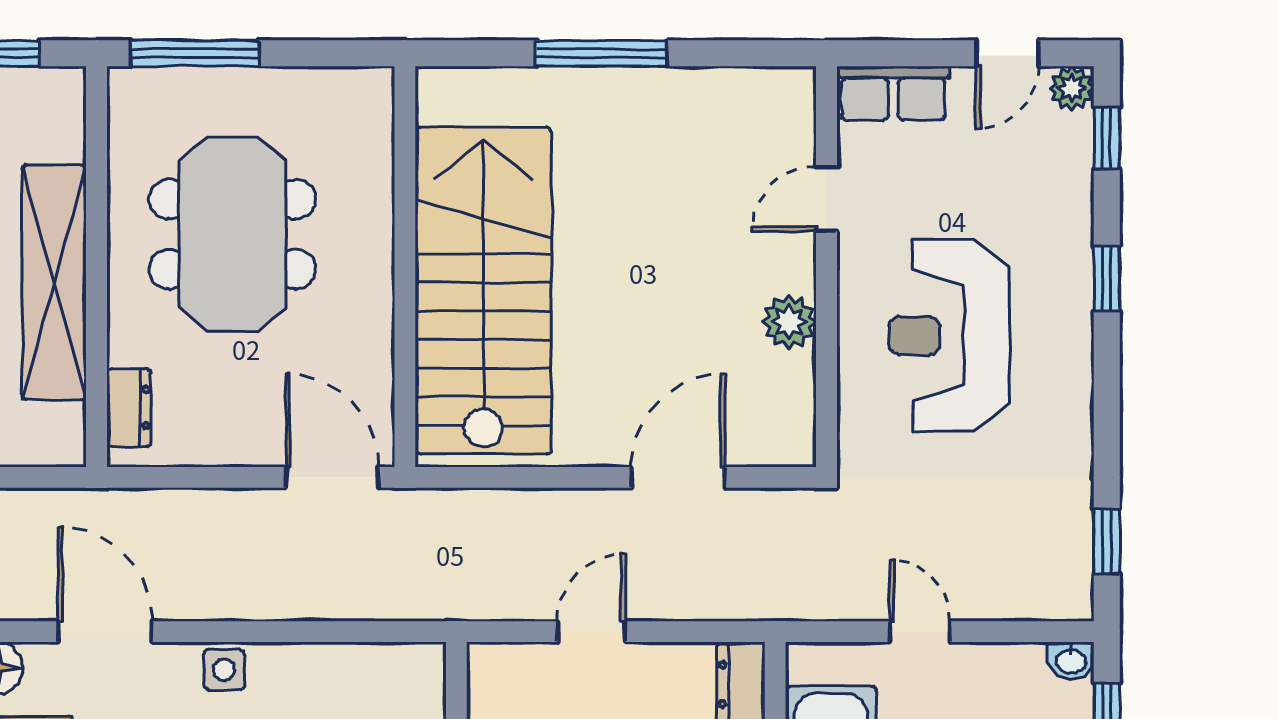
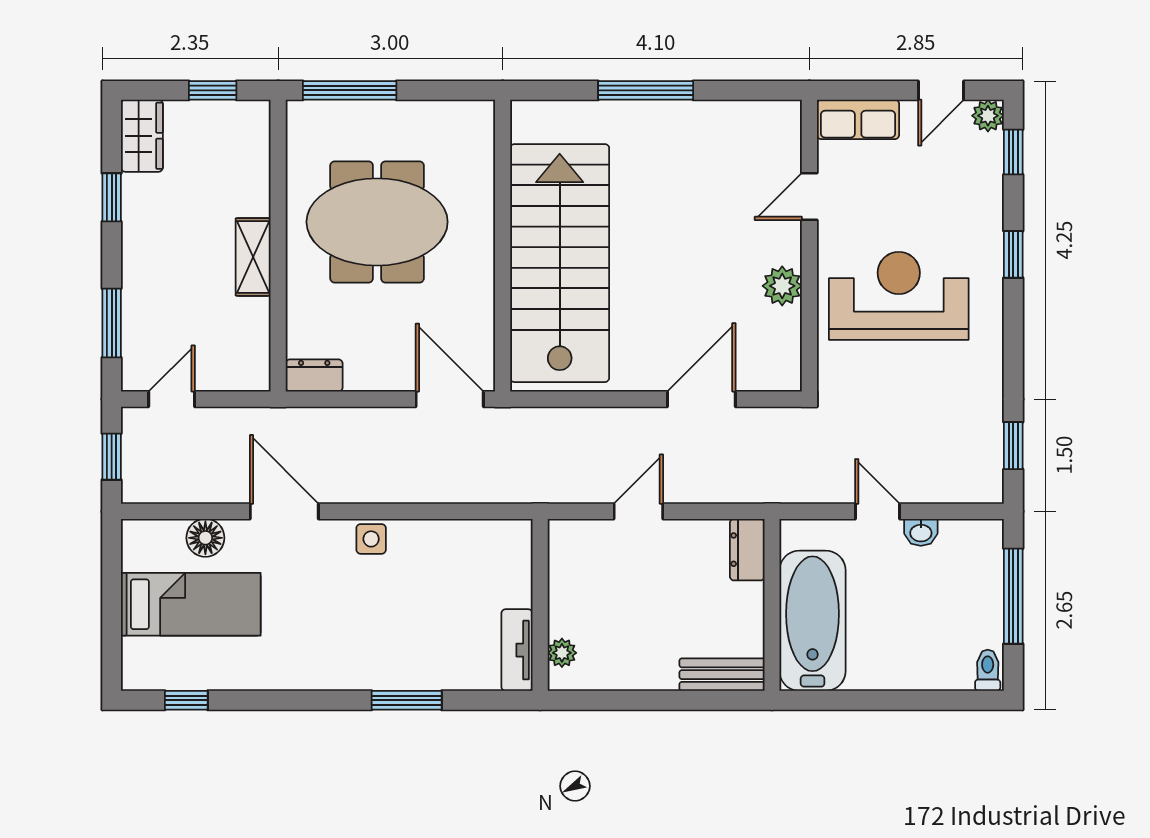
meeting table: (232, 234) -> (377, 222), turned 90
shelving: (54, 282) -> (253, 257), width x0.45, depth x0.75
reception desk: (949, 336) -> (899, 296), turned 90
dresser: (129, 408) -> (314, 375), moved, turned -90
washbasin: (1071, 660) -> (921, 532), moved

